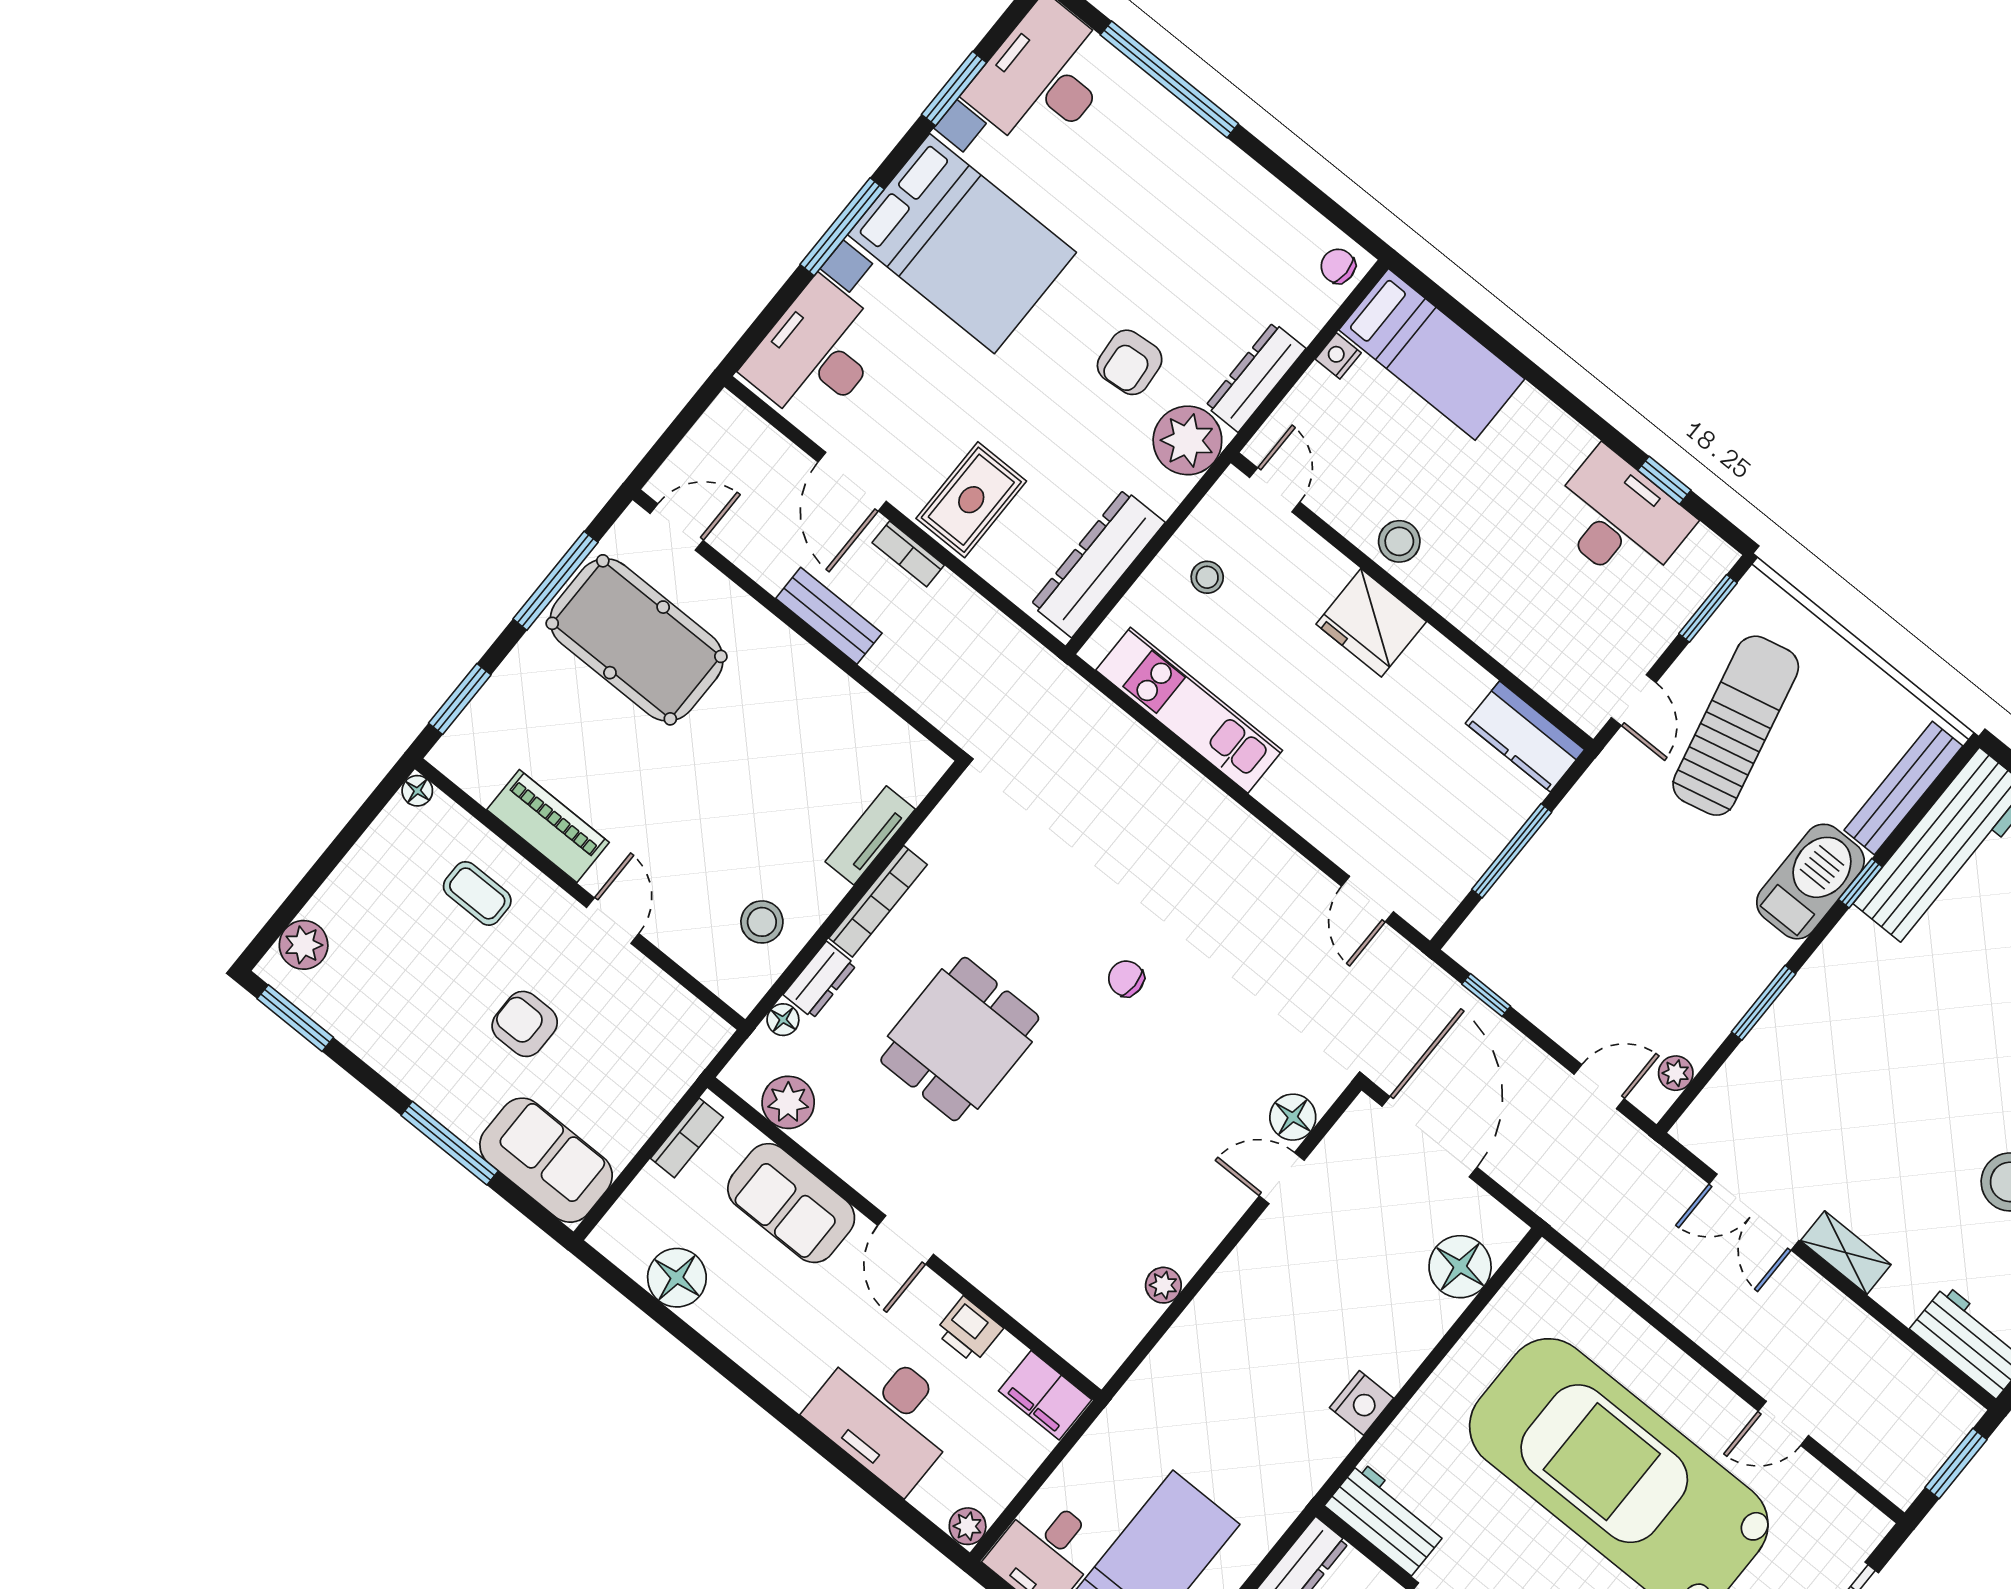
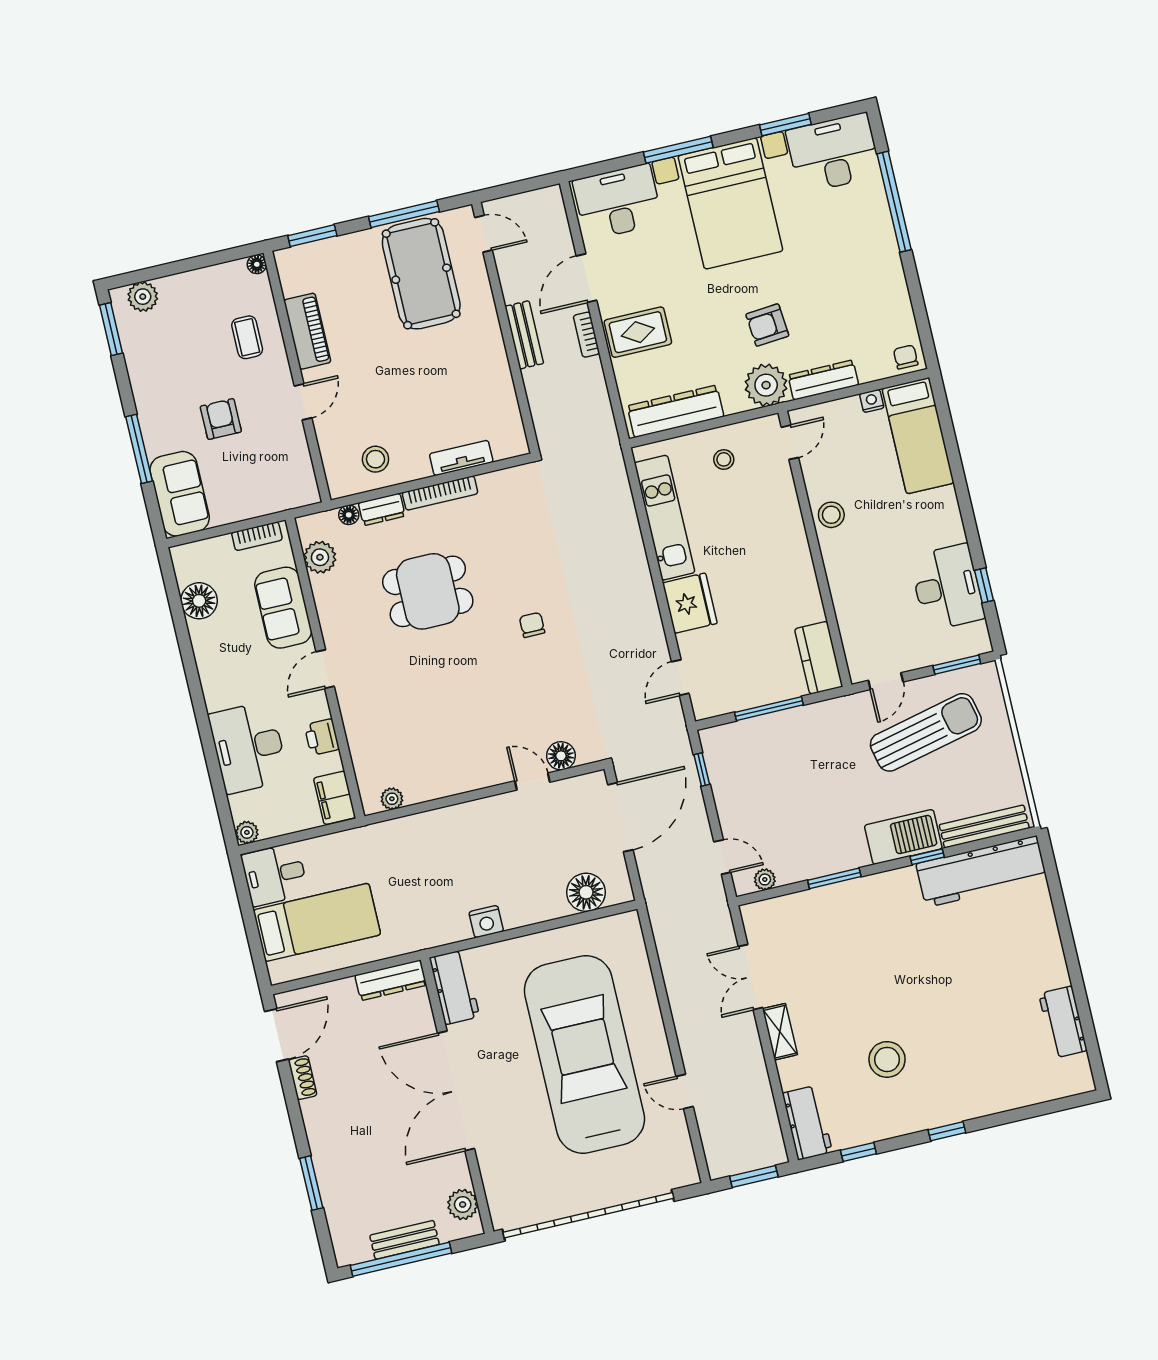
fridge: (1371, 623) -> (690, 603), moved, turned 180
plant: (1163, 1285) -> (392, 799), moved

